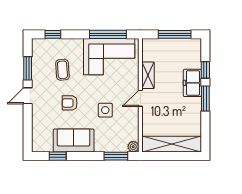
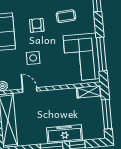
shelving: (148, 75) -> (89, 92), moved
freezer: (192, 83) -> (65, 134), width x1.40
door: (140, 98) -> (30, 90), moved

